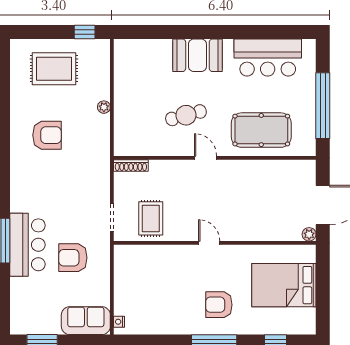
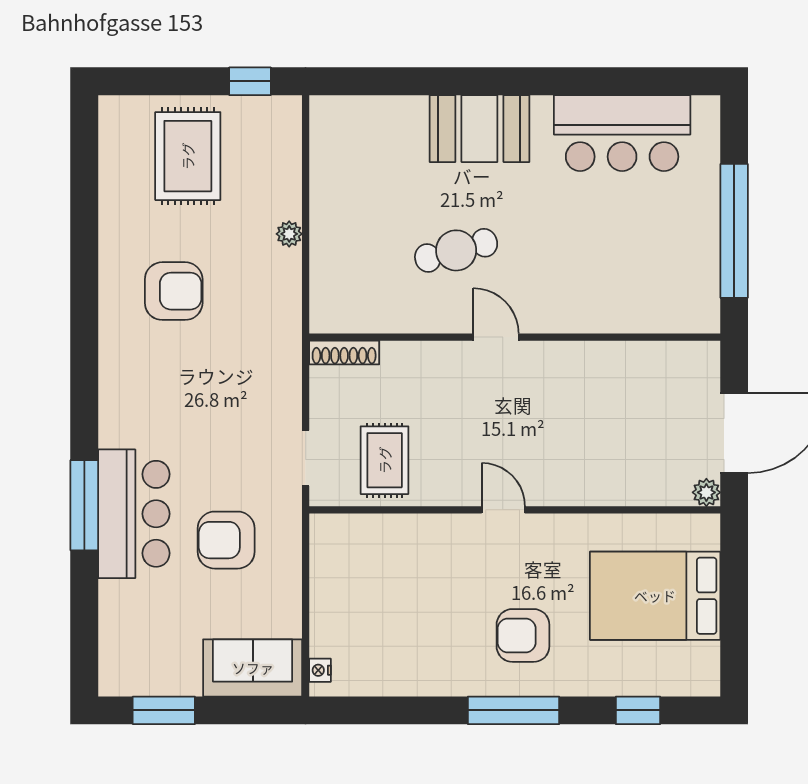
rug: (54, 69) -> (188, 156), turned 90
pool table: (261, 130) -> (609, 281), removed

